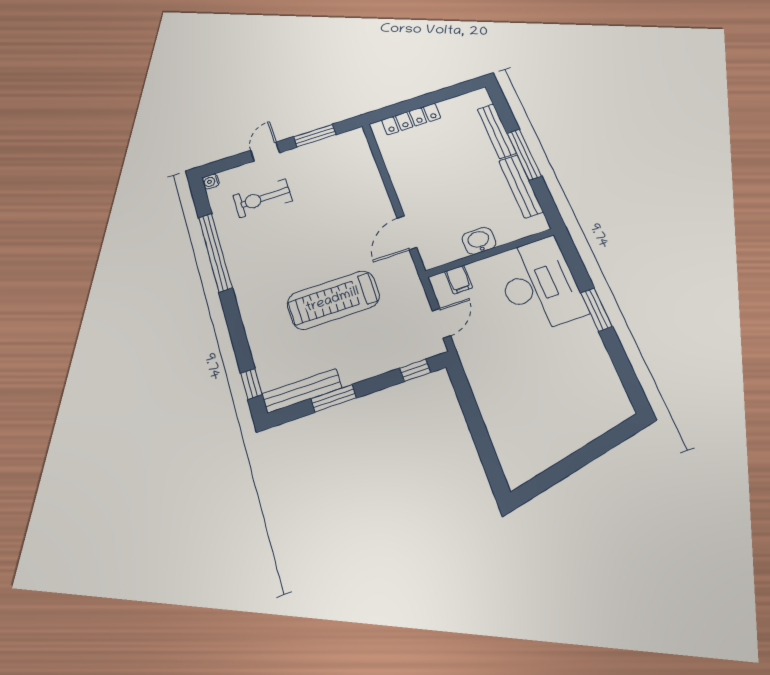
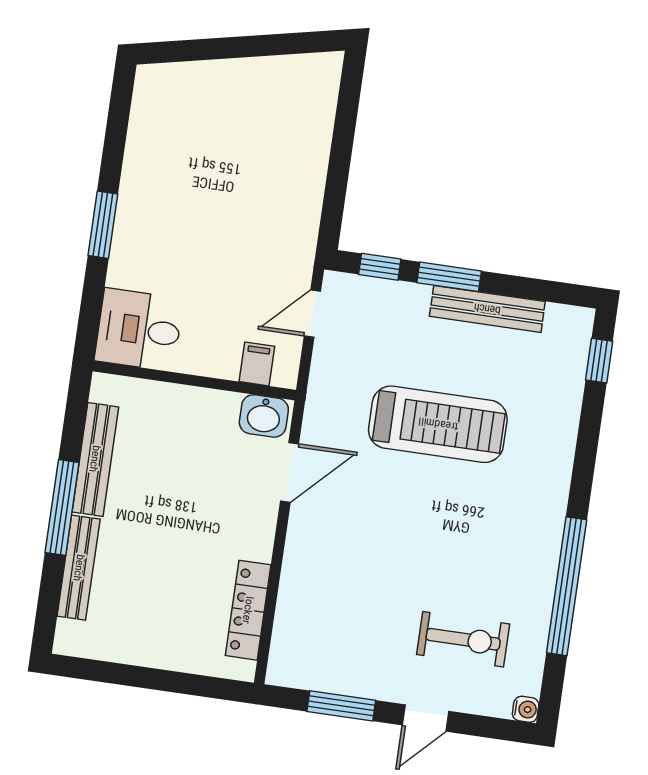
locker: (411, 119) -> (248, 610), moved, turned -90
washbasin: (479, 241) -> (264, 416), moved
desk: (539, 284) -> (139, 330), width x0.53, depth x0.77
bench: (302, 391) -> (487, 309), moved
window: (334, 398) -> (449, 277), moved

